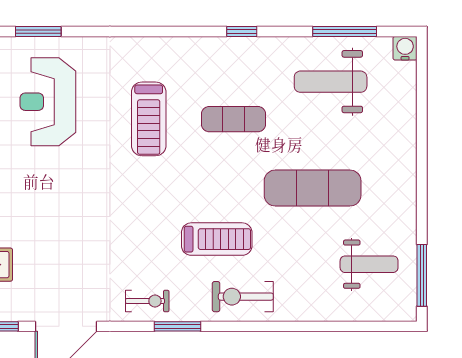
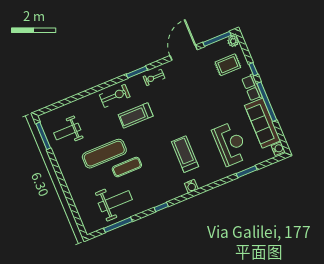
water cooler: (405, 48) -> (191, 186), moved
exercise mat: (234, 119) -> (127, 167), moved

